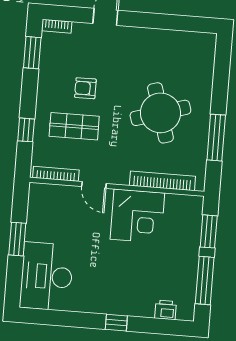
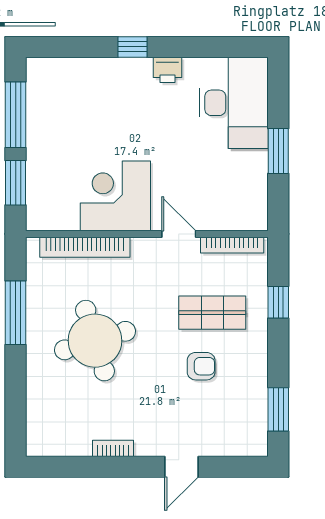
bookcase: (57, 26) -> (113, 448), moved
printer: (166, 310) -> (167, 70), moved

